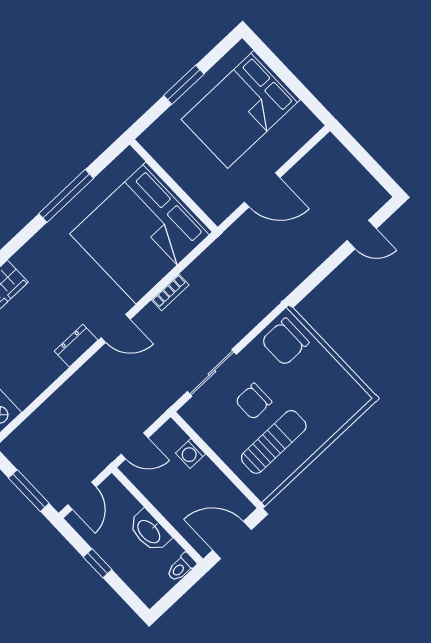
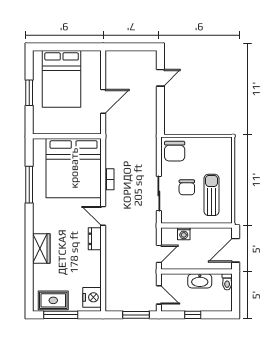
door: (116, 328) -> (103, 216), swing flipped

